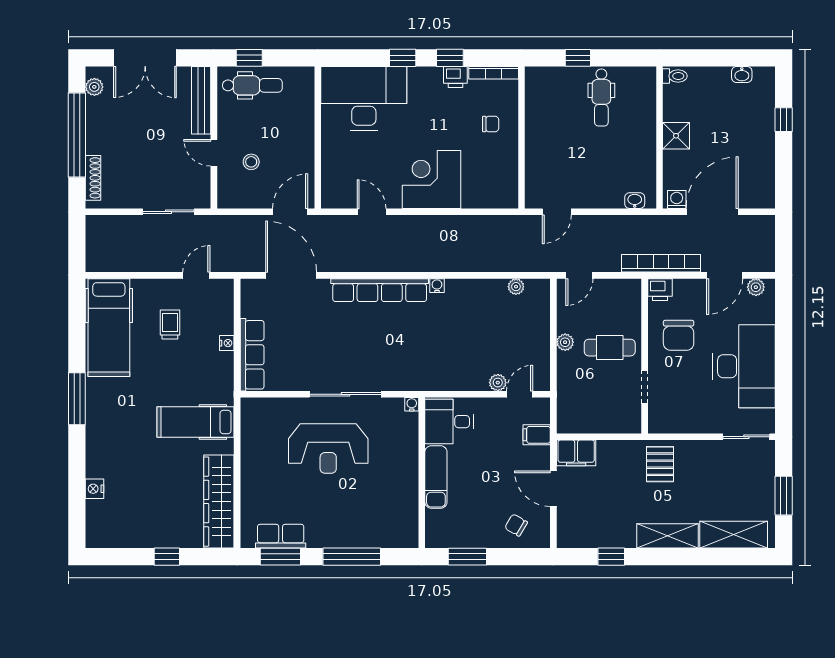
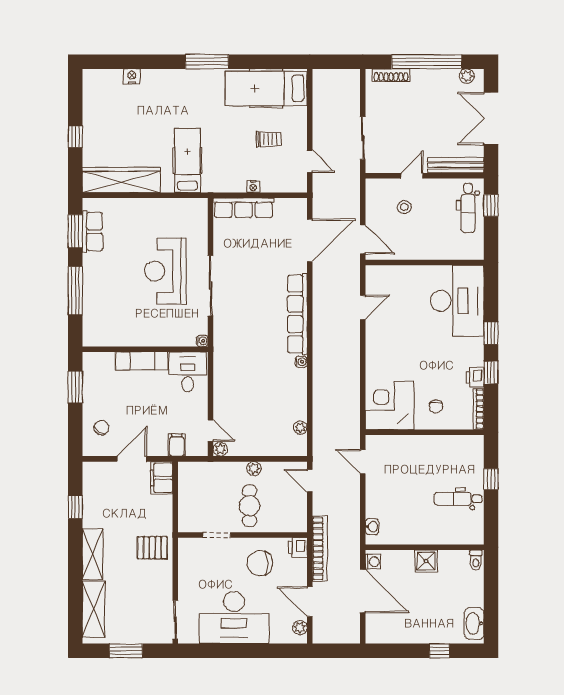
washbasin: (742, 74) -> (474, 624), width x1.91, depth x1.45
corner desk: (432, 179) -> (390, 405), moved, turned -90
plant: (498, 383) -> (220, 449), moved

